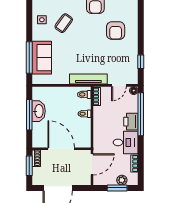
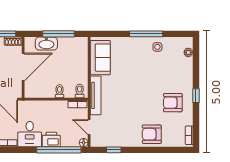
coffee table: (64, 23) -> (154, 70), removed
armchair: (116, 31) -> (152, 134), moved
window: (29, 58) -> (146, 34), moved
sofa: (42, 58) -> (100, 58), moved, turned -90
washbasin: (39, 111) -> (46, 44), moved

